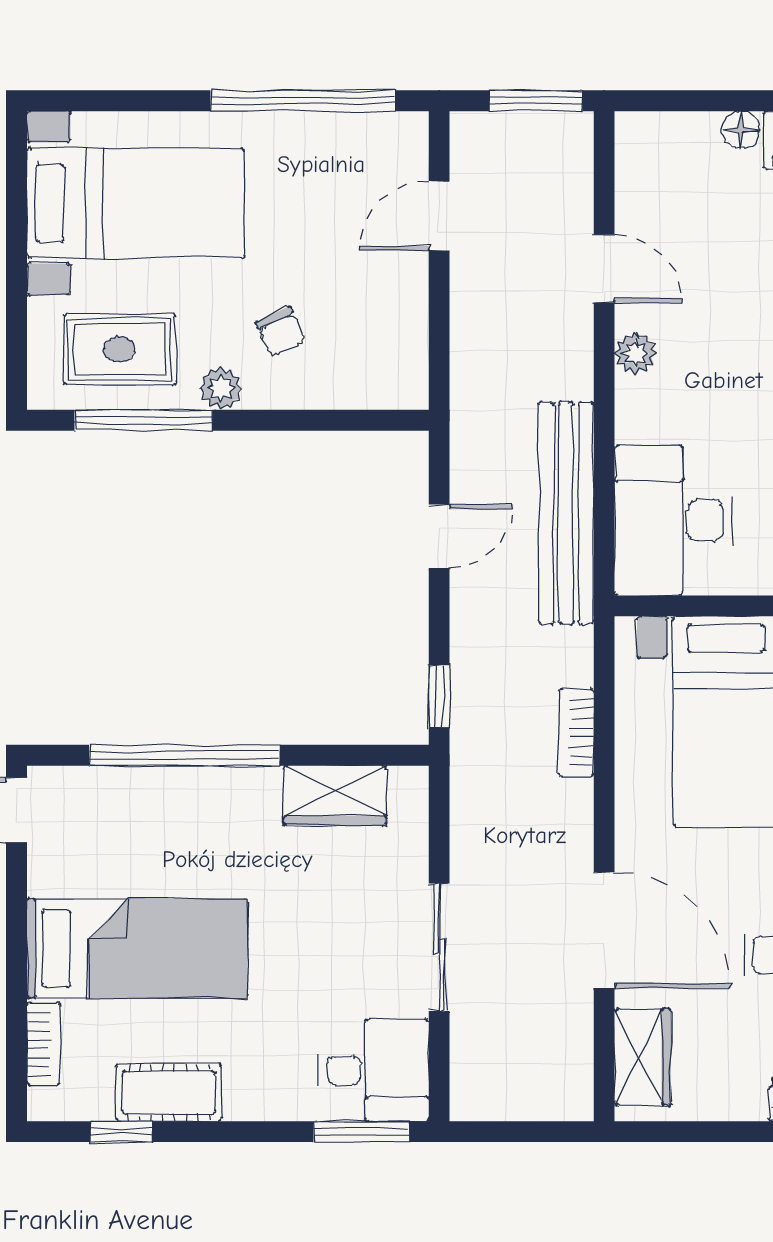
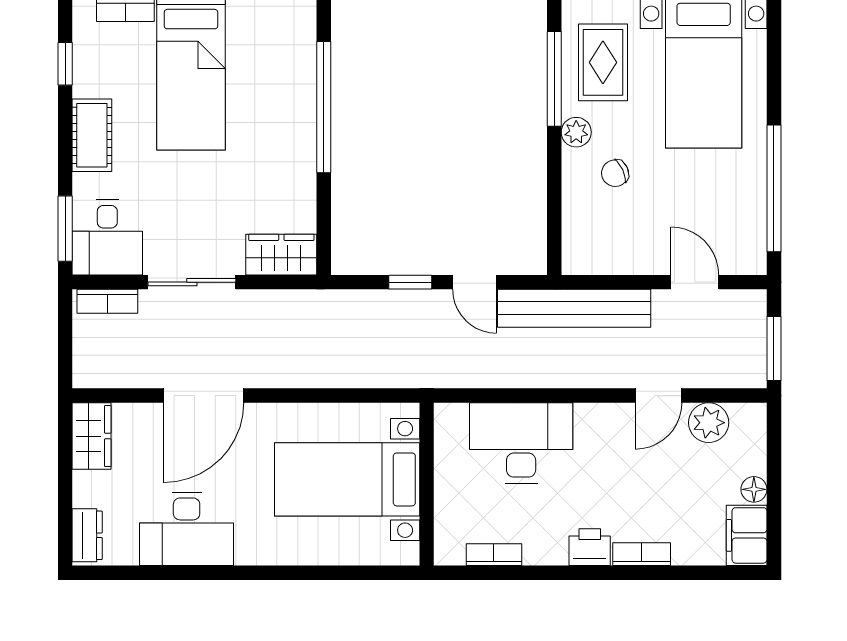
plant: (636, 354) -> (709, 423), moved, width x1.38, depth x1.38
bench: (566, 513) -> (574, 308), moved
desk: (673, 521) -> (521, 443), moved
window: (439, 696) -> (410, 282), moved
bookcase: (576, 732) -> (107, 301), moved, turned 180
wardrobe: (335, 795) -> (281, 255), moved, turned 90
wardrobe: (643, 1057) -> (92, 436), moved, turned -90
cot: (169, 1093) -> (92, 135), moved

